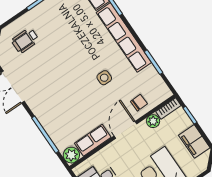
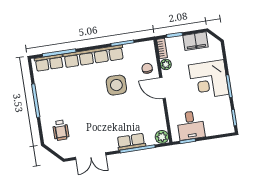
side table: (104, 78) -> (116, 85), width x1.87, depth x1.87
row of seats: (93, 140) -> (131, 142), moved, turned 90

